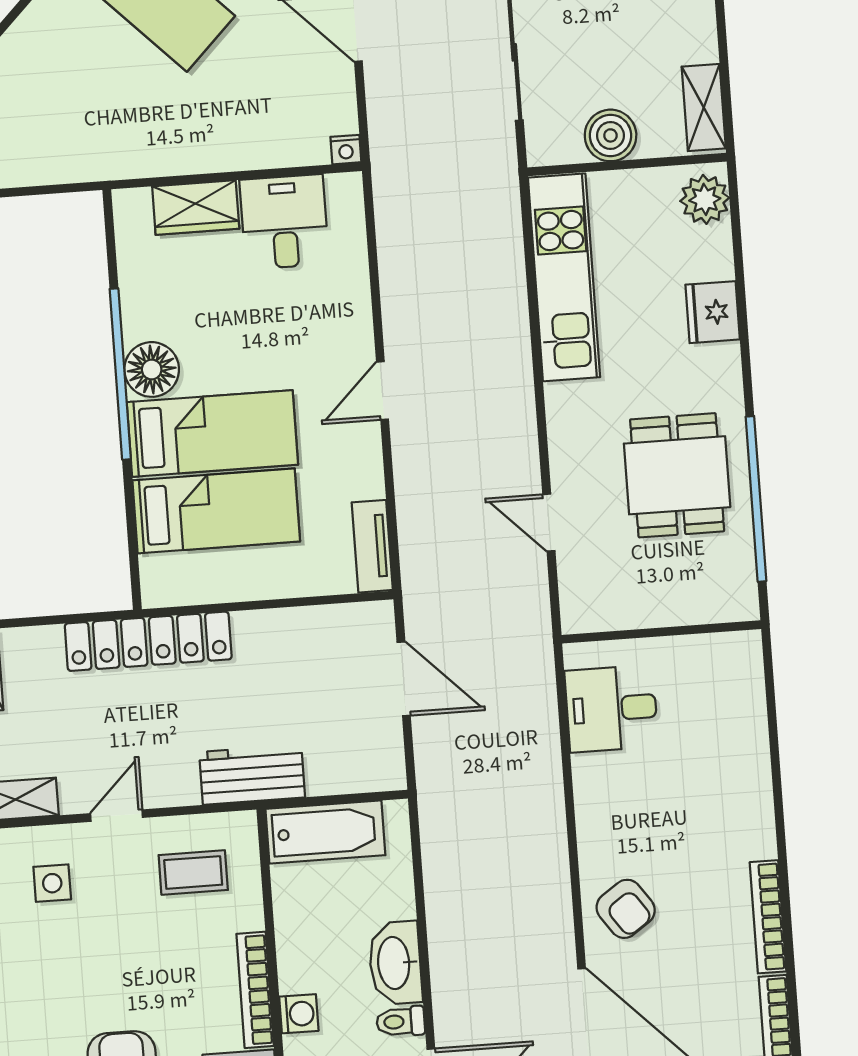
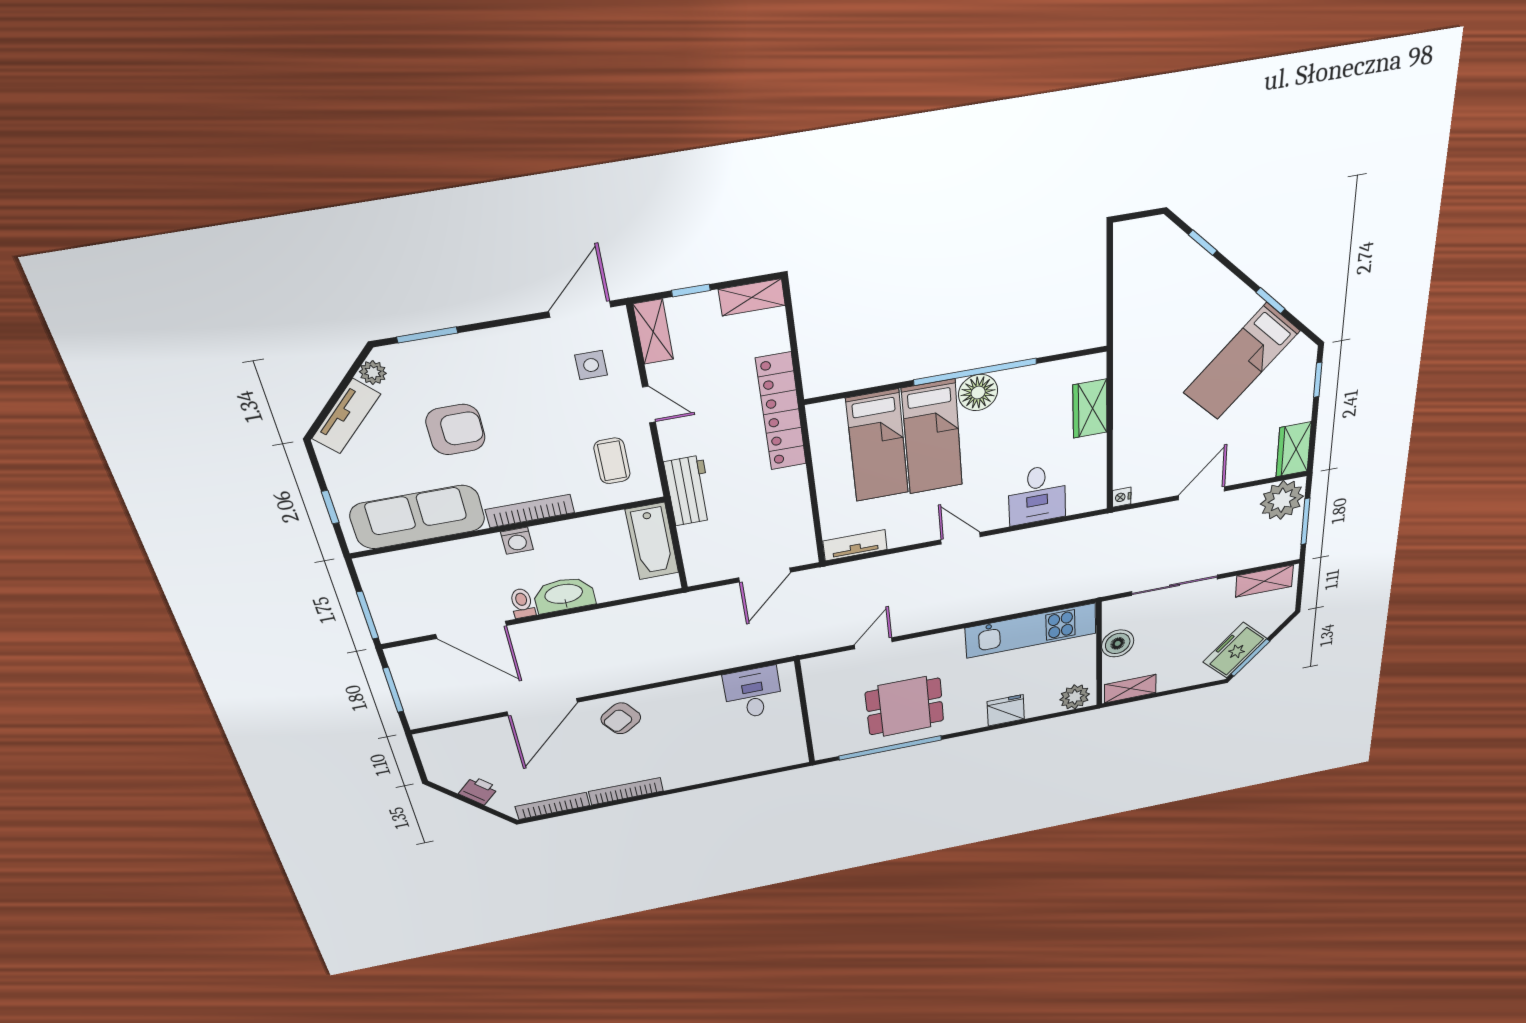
desk: (284, 222) -> (1037, 495), moved, turned 90

